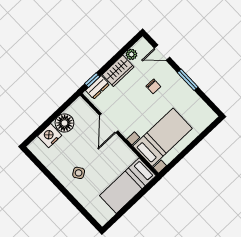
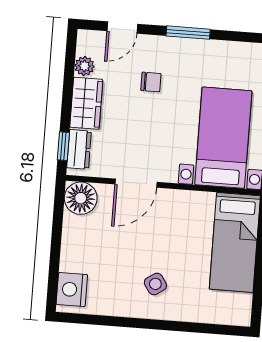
floor lamp: (64, 123) -> (81, 198), moved
door: (109, 123) -> (136, 183), hinge flipped
nightstand: (50, 136) -> (72, 289), moved

